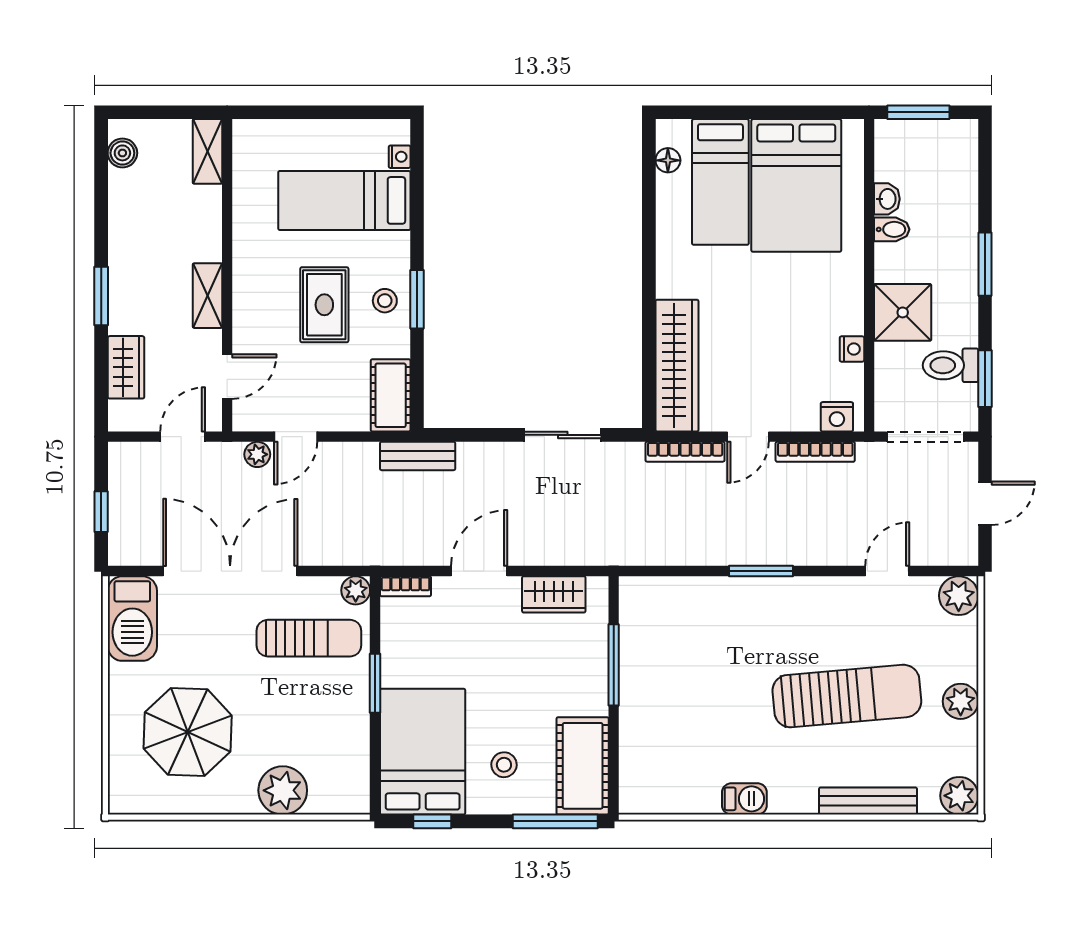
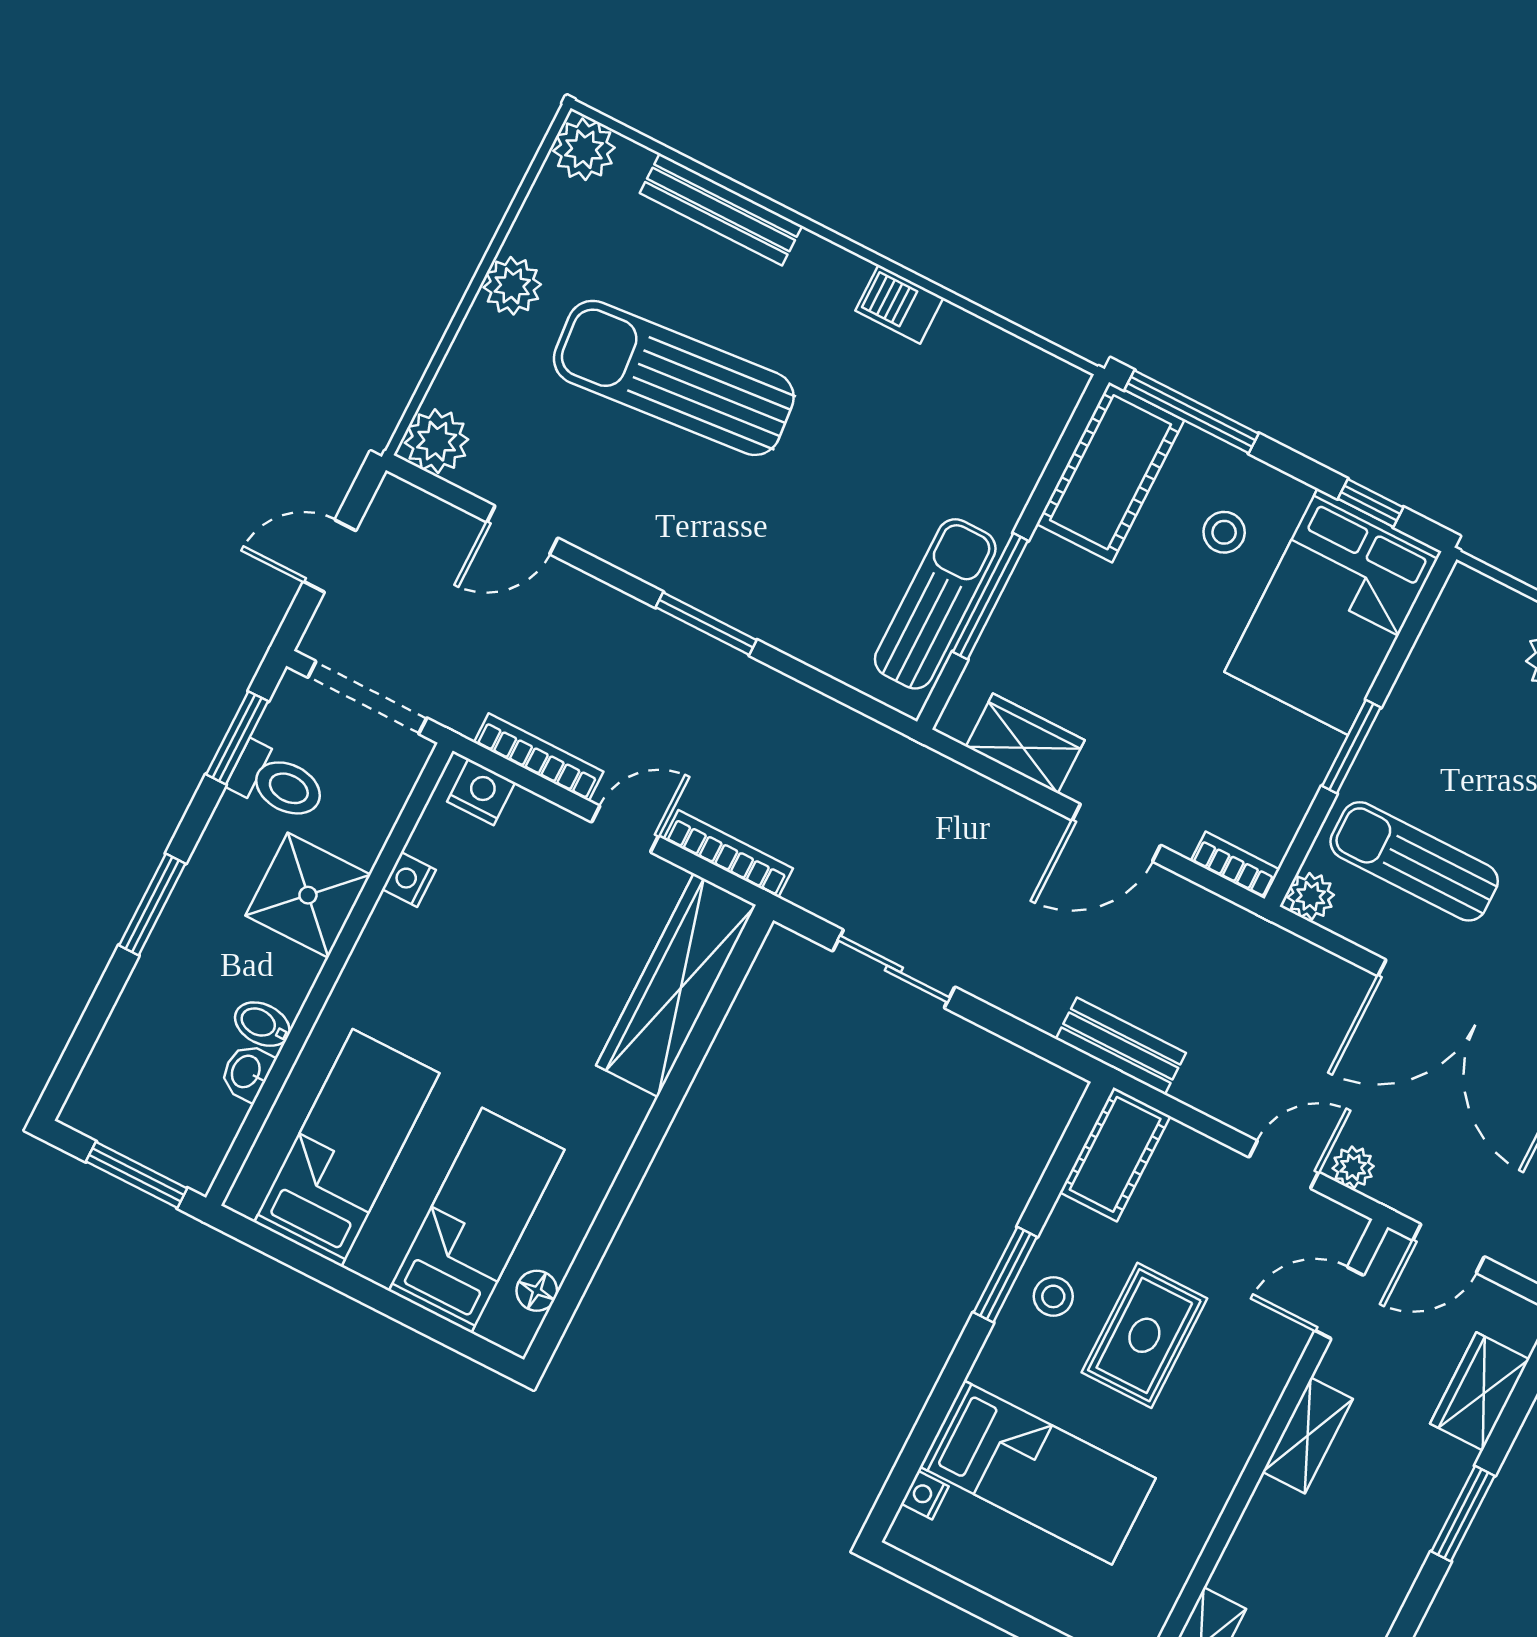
bed: (796, 185) -> (347, 1148), width x0.67
sun lounger: (642, 645) -> (935, 604), added

